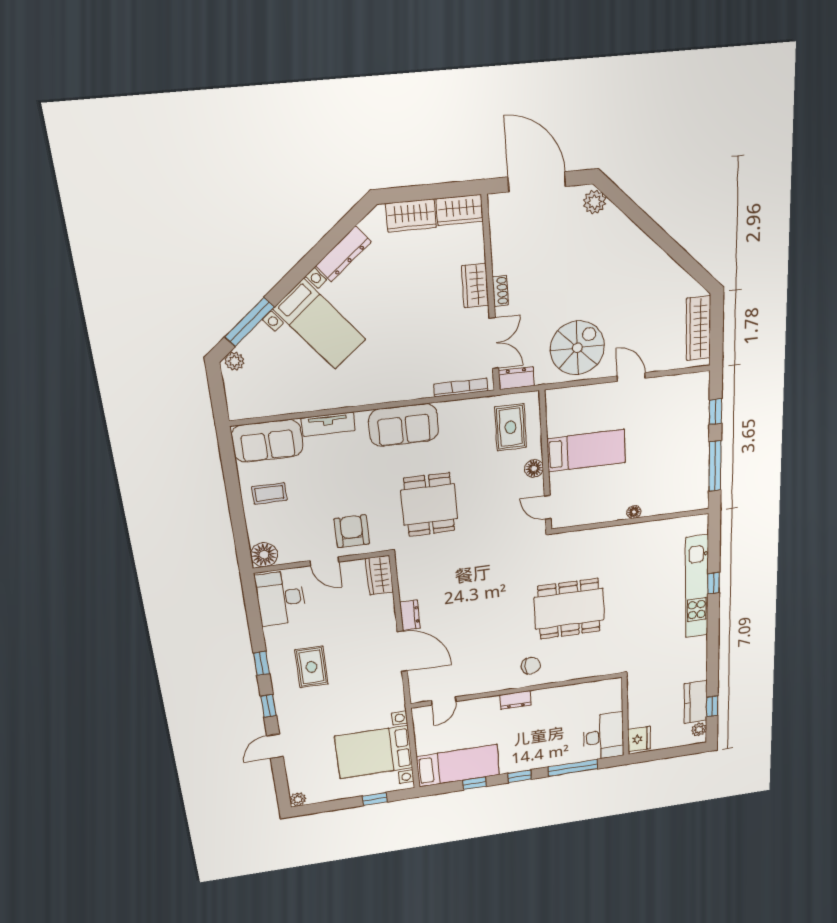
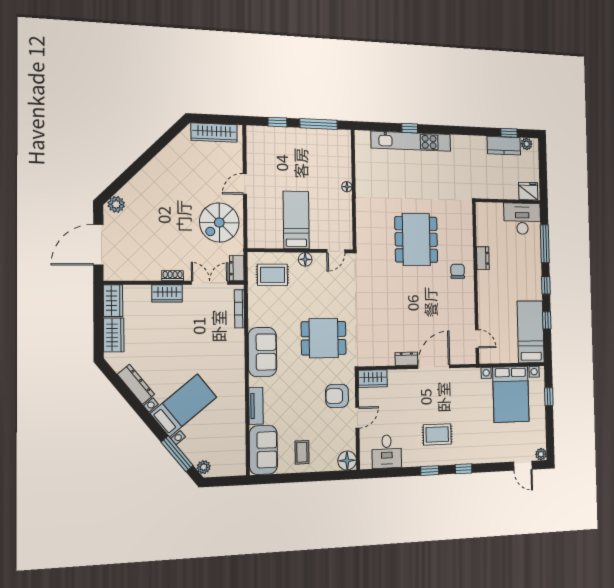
spiral stairs: (577, 348) -> (219, 222), turned -90
desk: (281, 598) -> (387, 452), width x0.73
dresser: (515, 700) -> (483, 258), moved
door: (275, 746) -> (523, 466), moved

